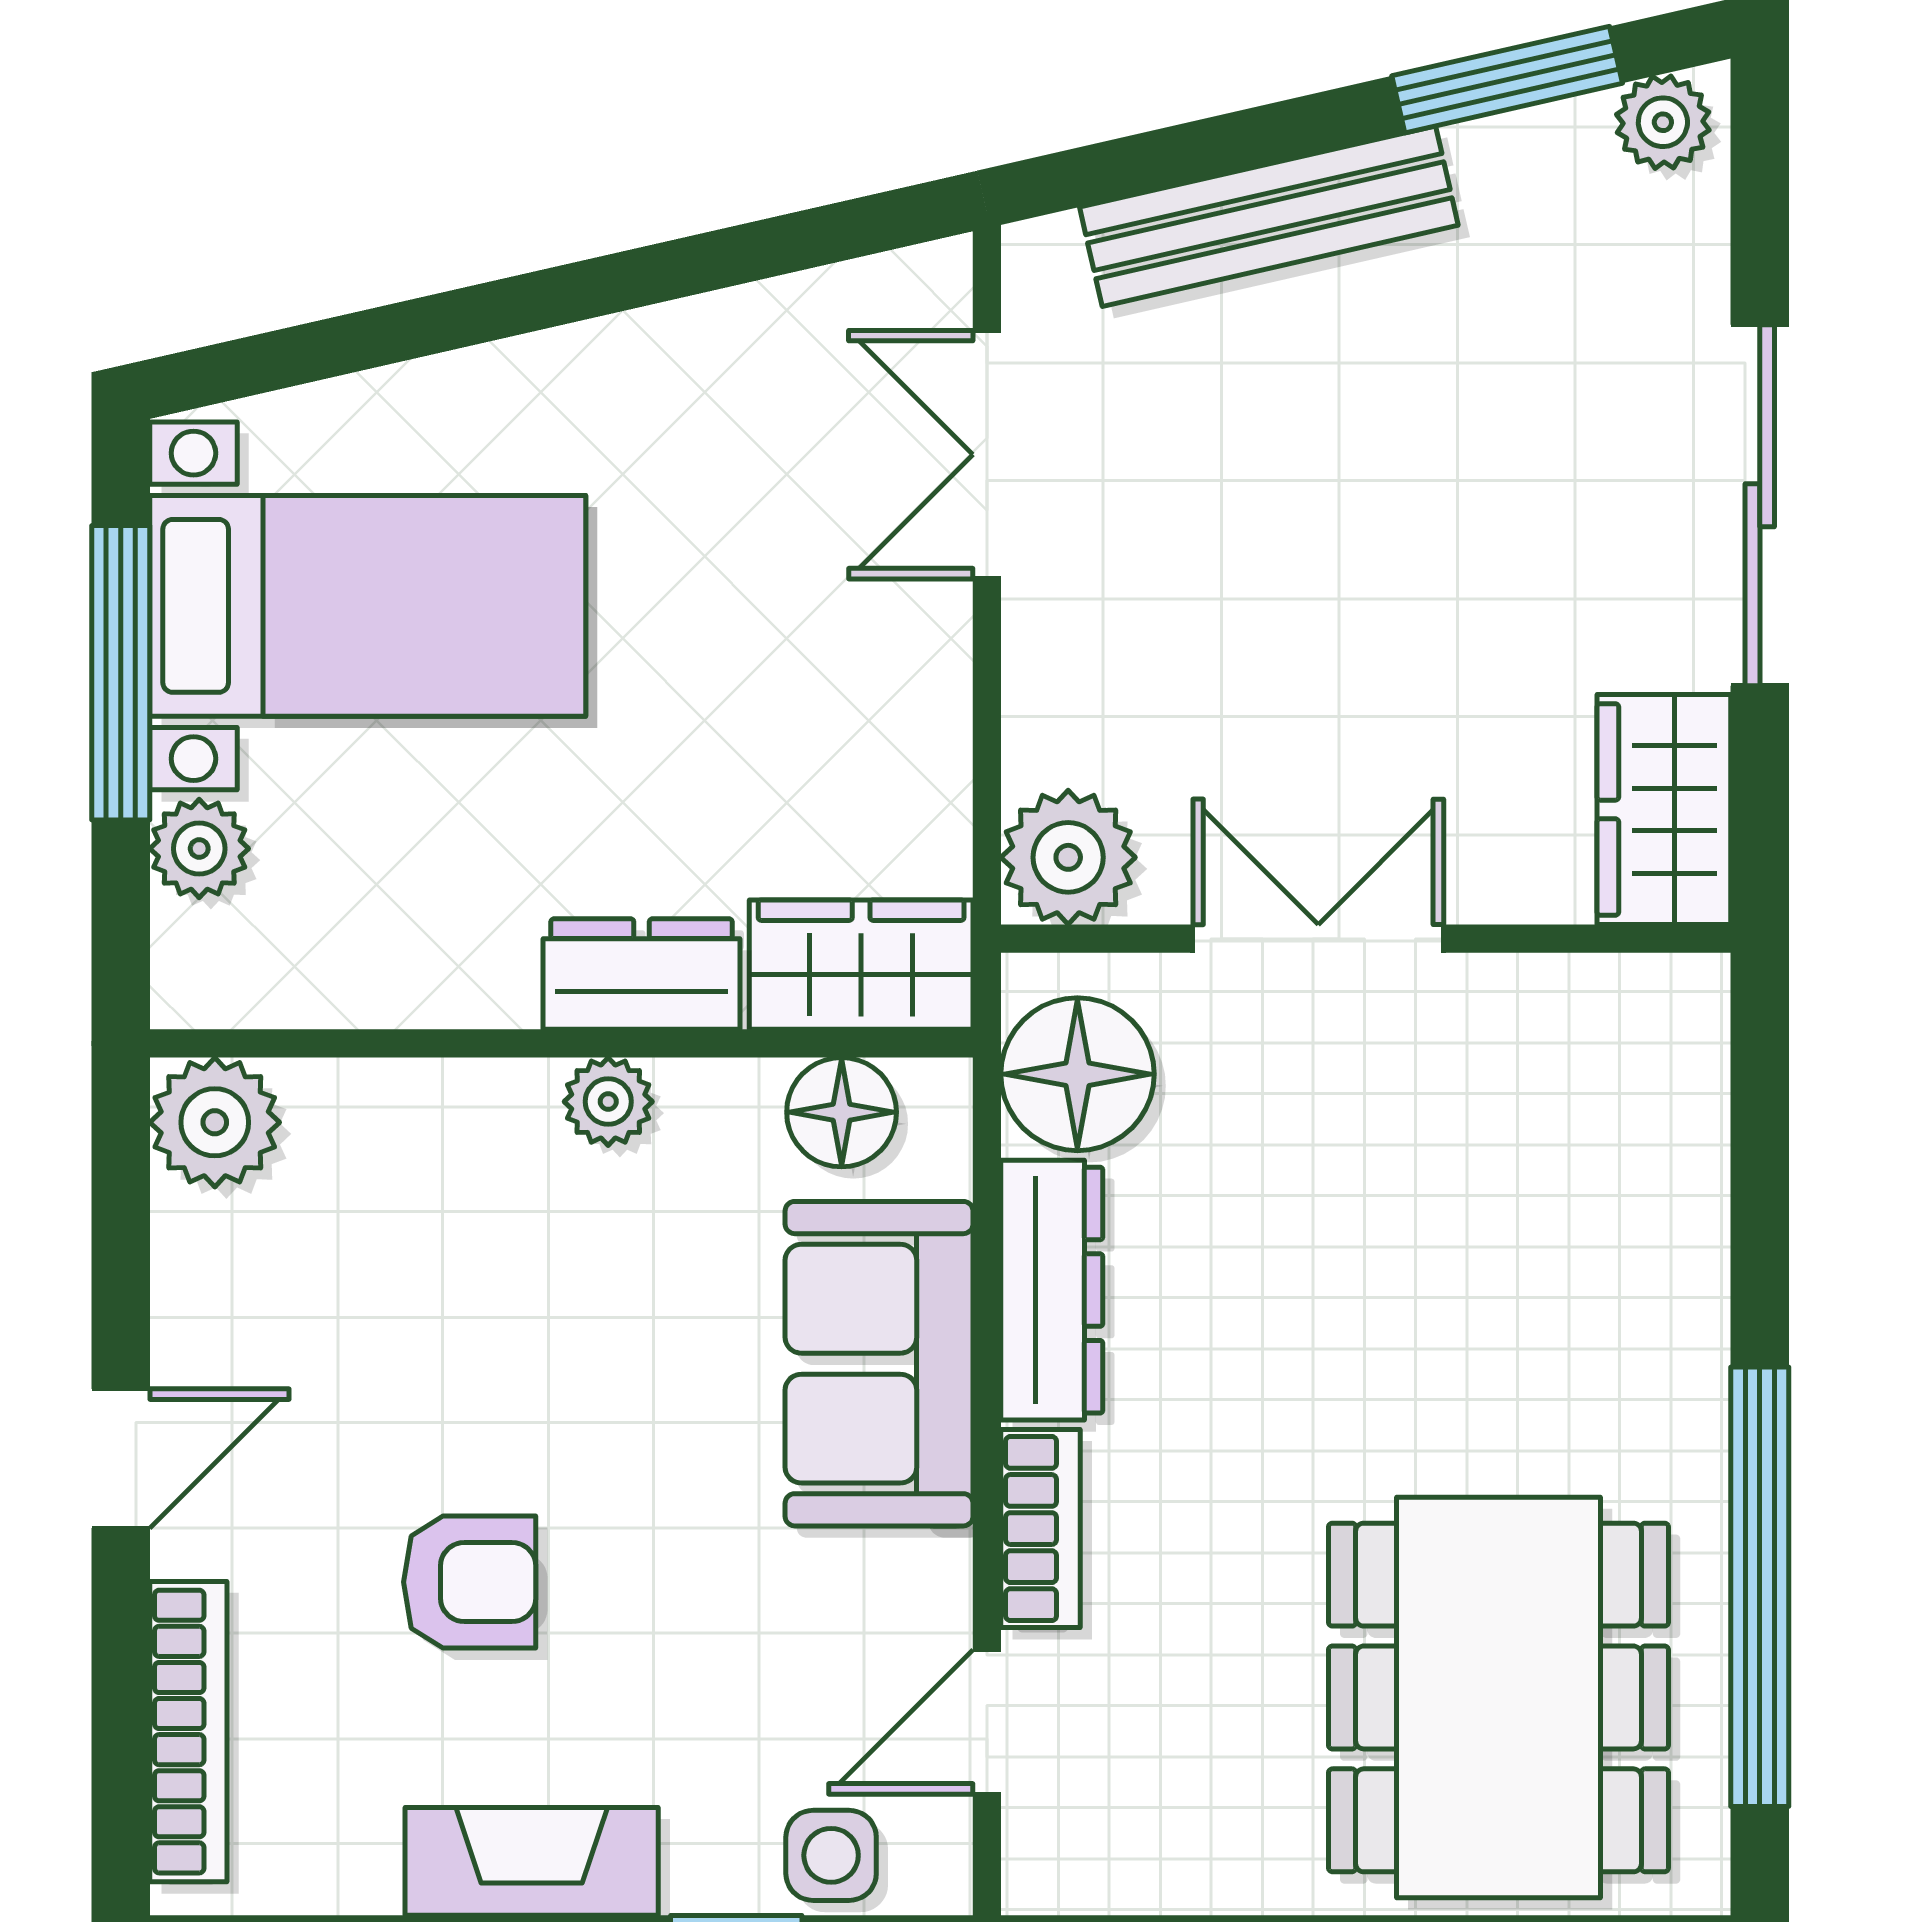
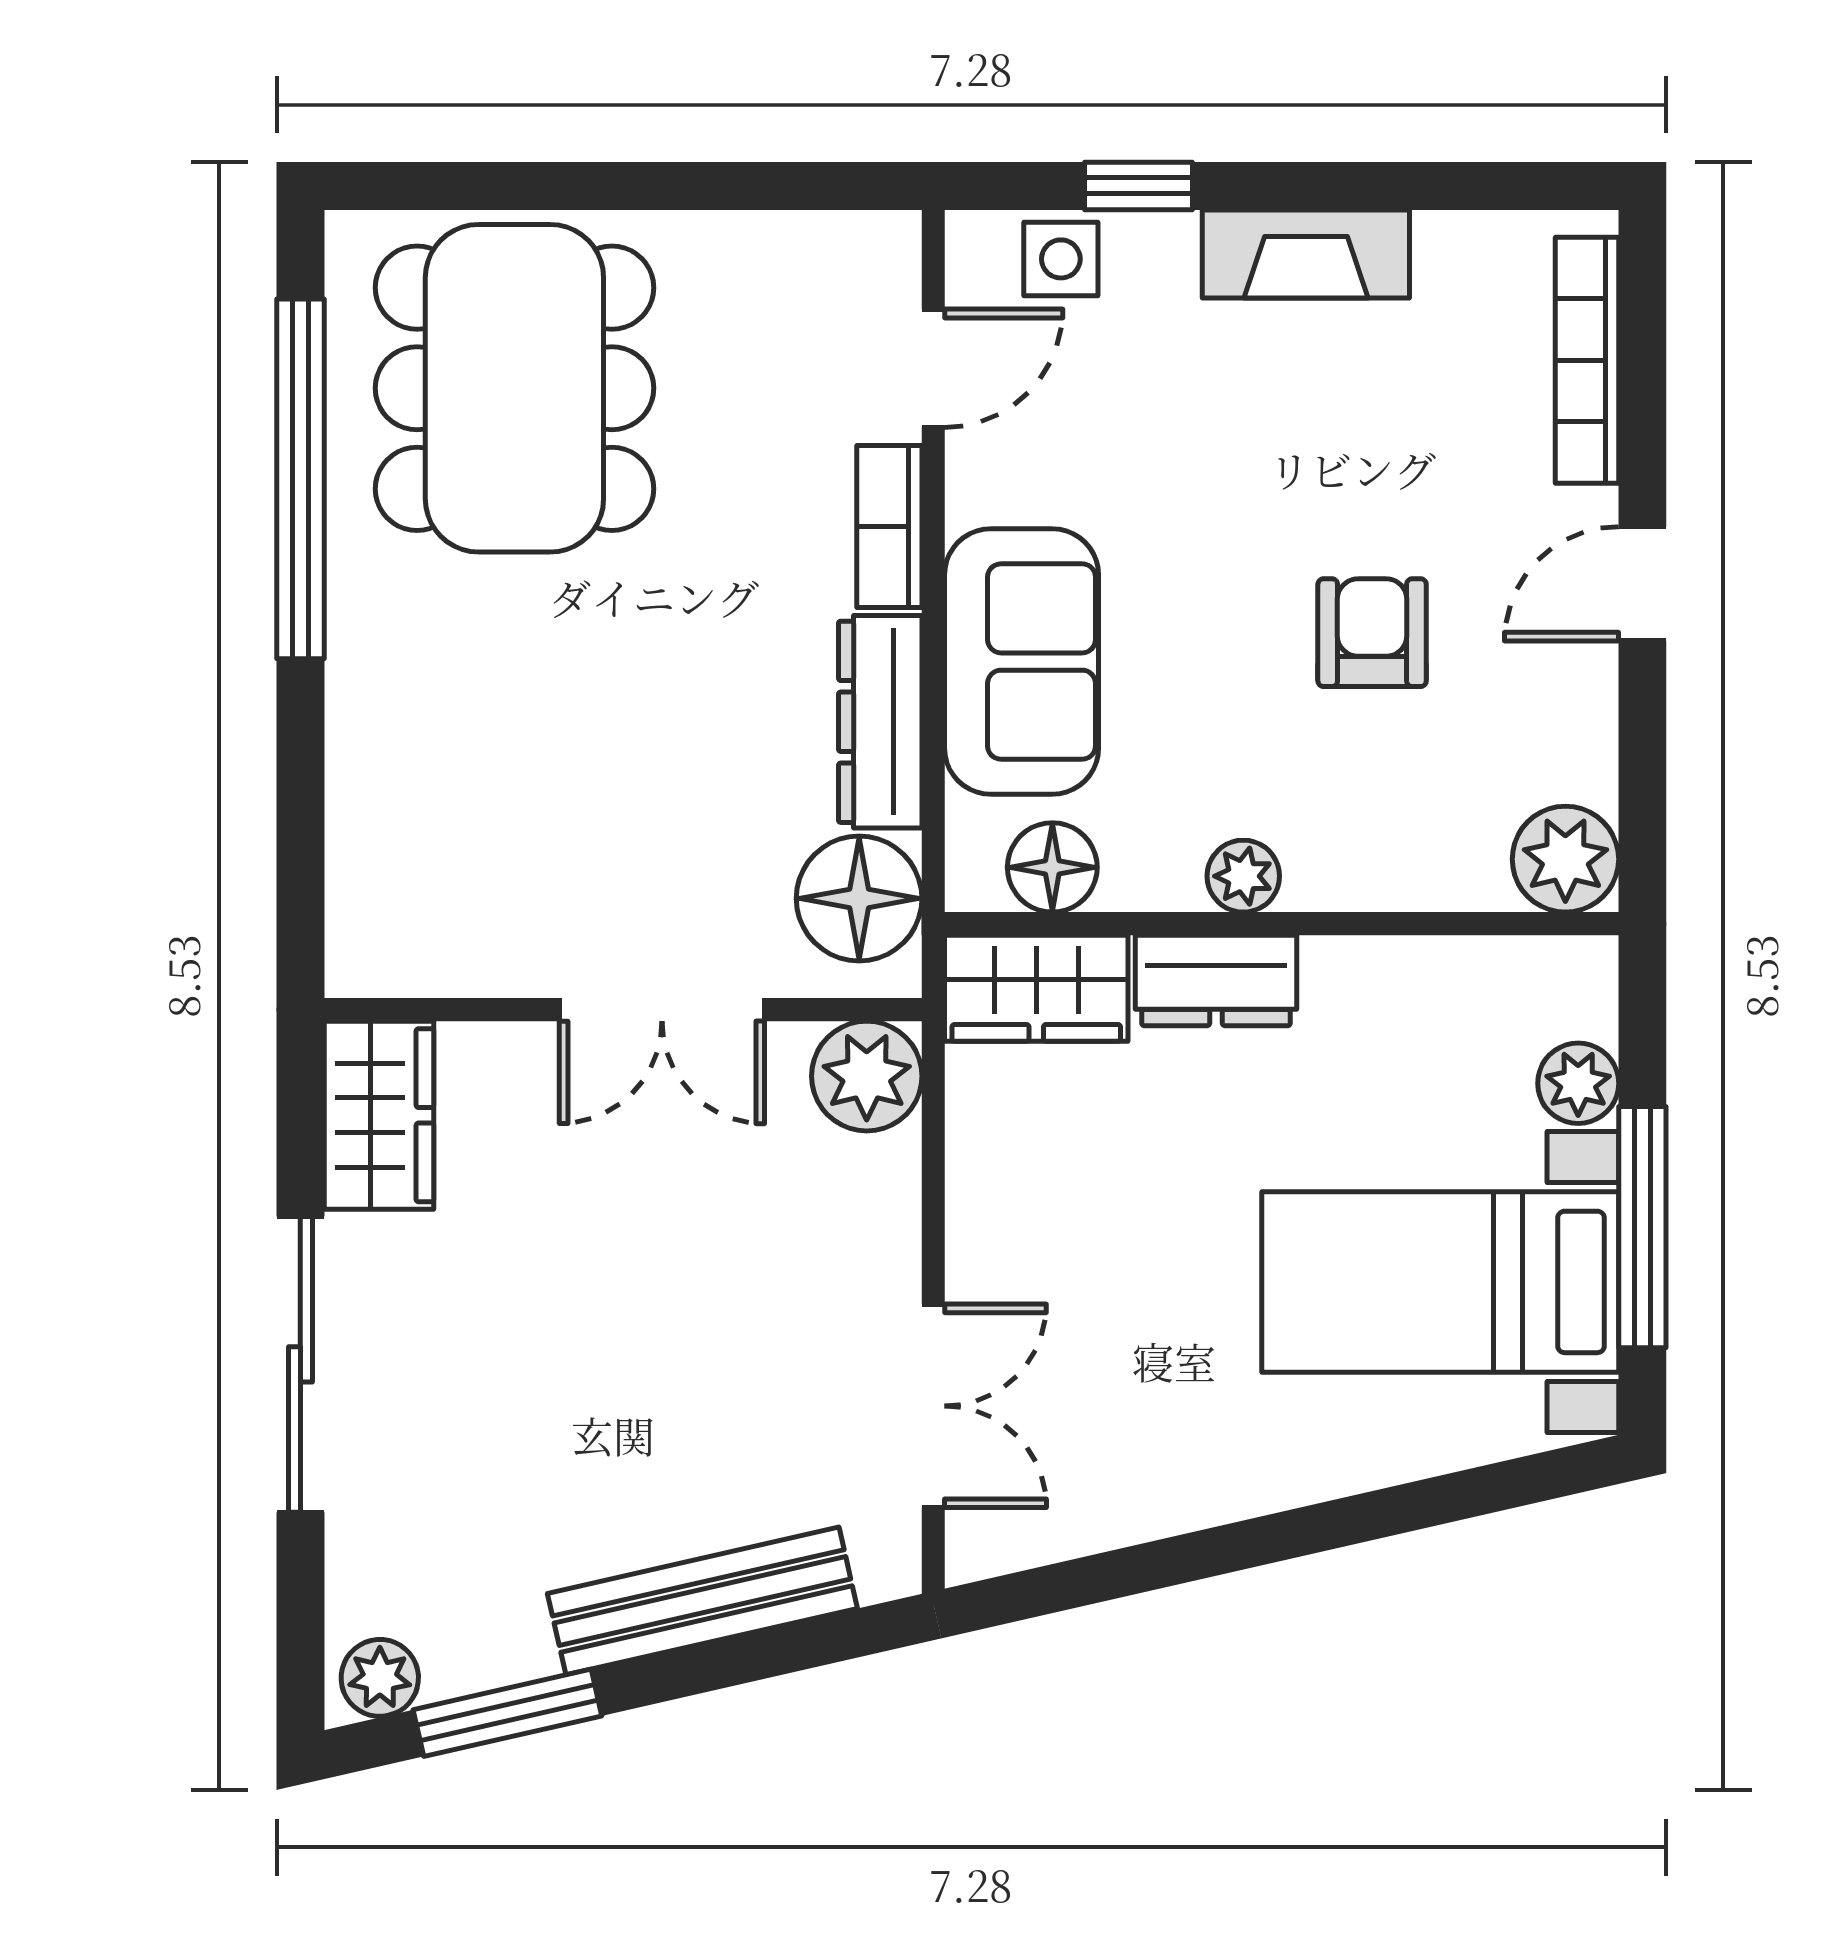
armchair: (470, 1582) -> (1372, 633), moved, turned 90

